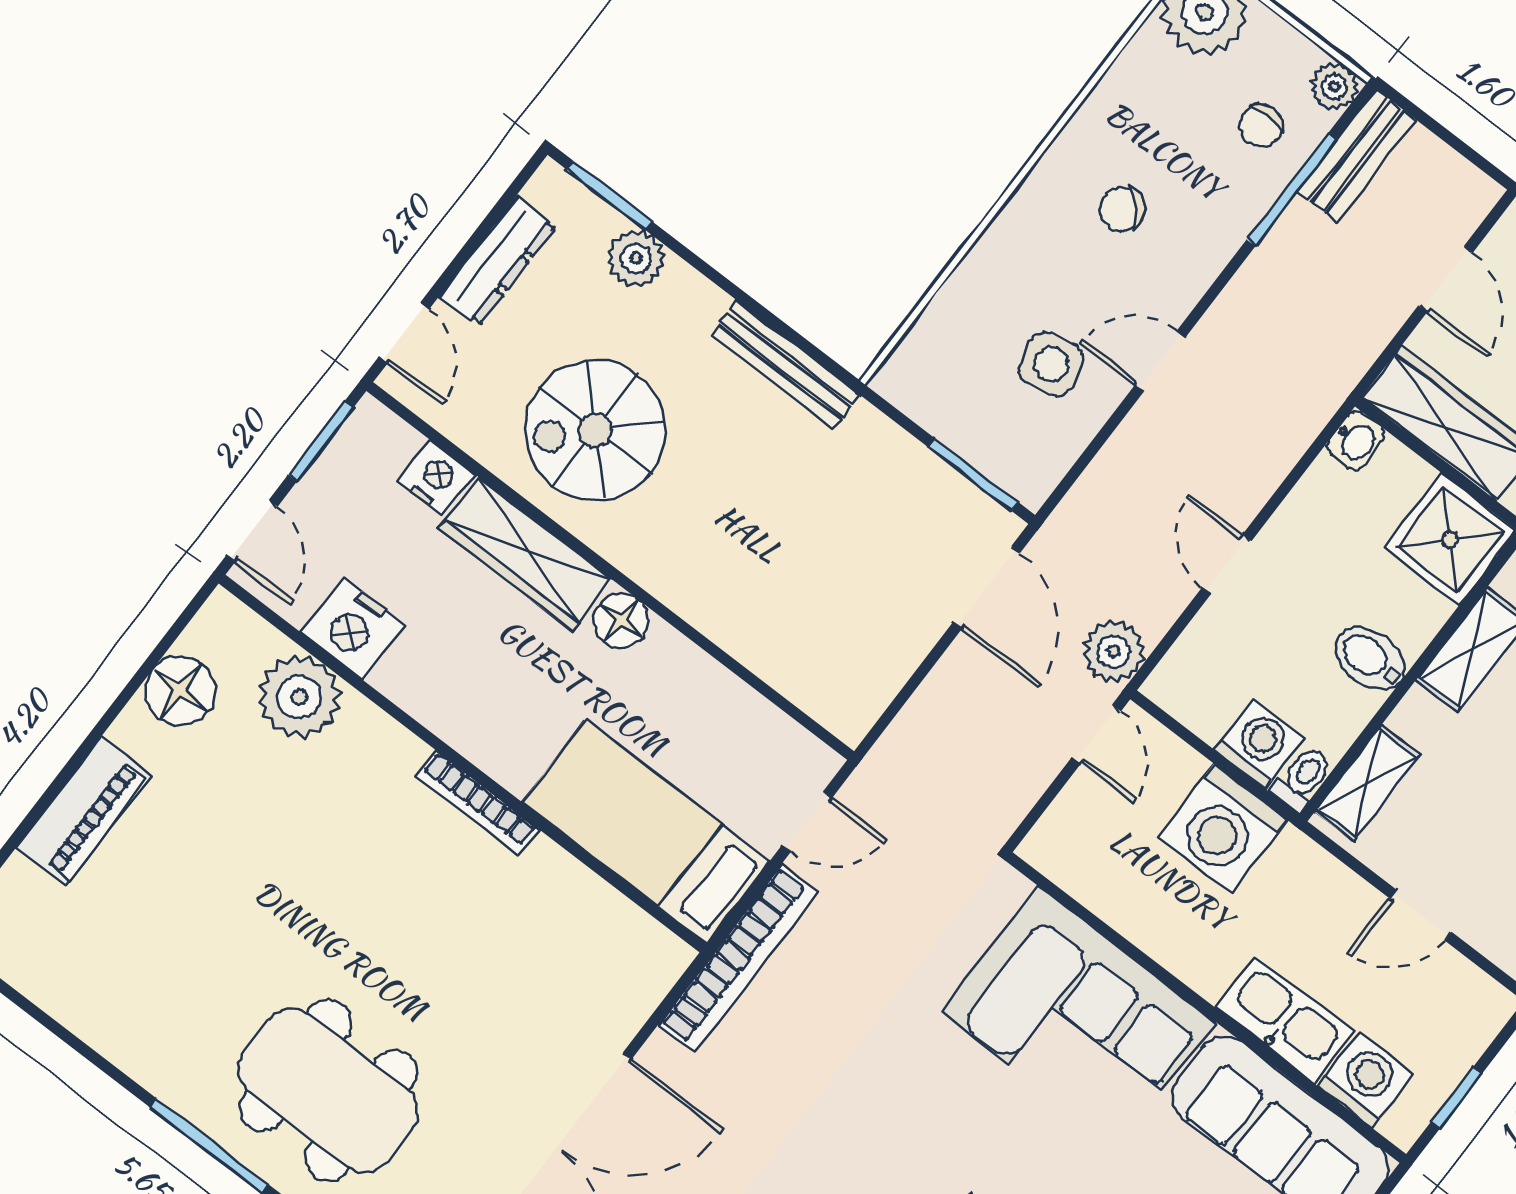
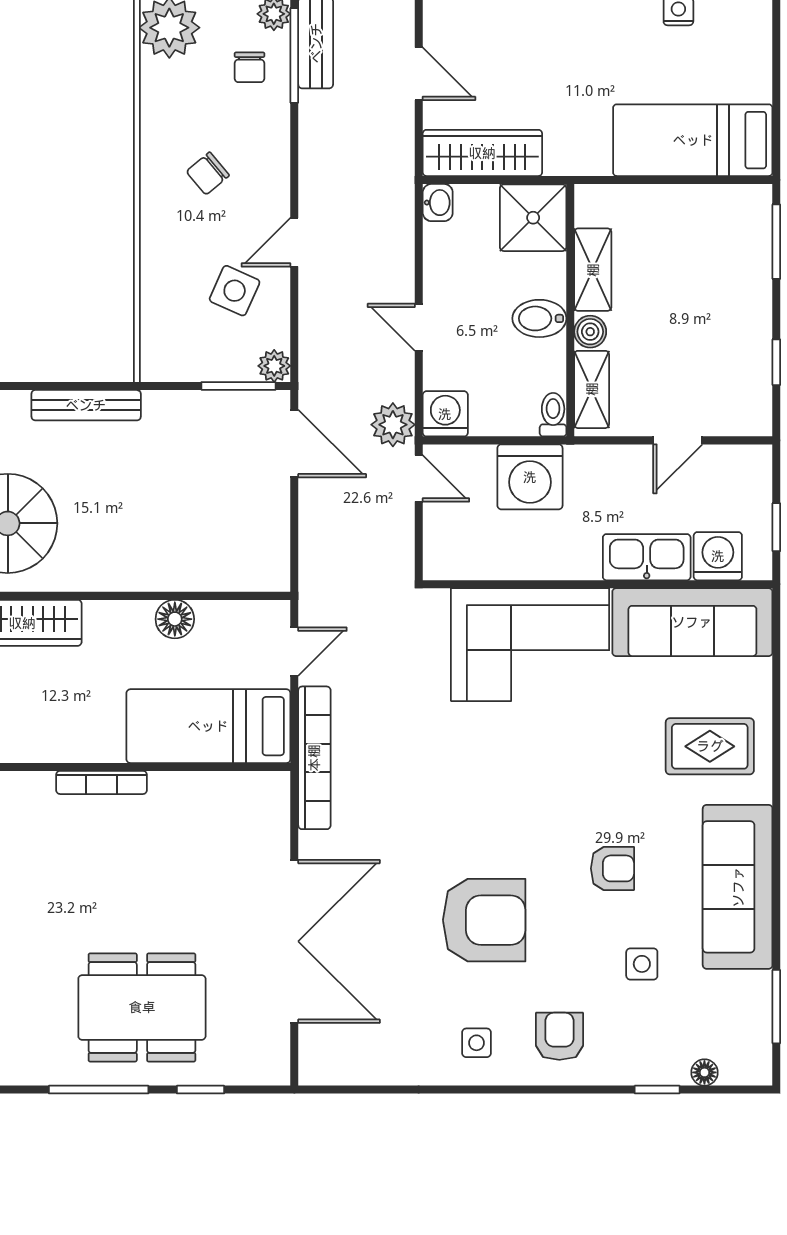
window: (1292, 190) -> (294, 55), moved
side table: (1051, 364) -> (235, 291), turned 36
plant: (1031, 483) -> (274, 366), added
floor lamp: (621, 621) -> (175, 619), moved
boiler: (1416, 717) -> (590, 332), added
washing machine: (1259, 744) -> (445, 414), moved

